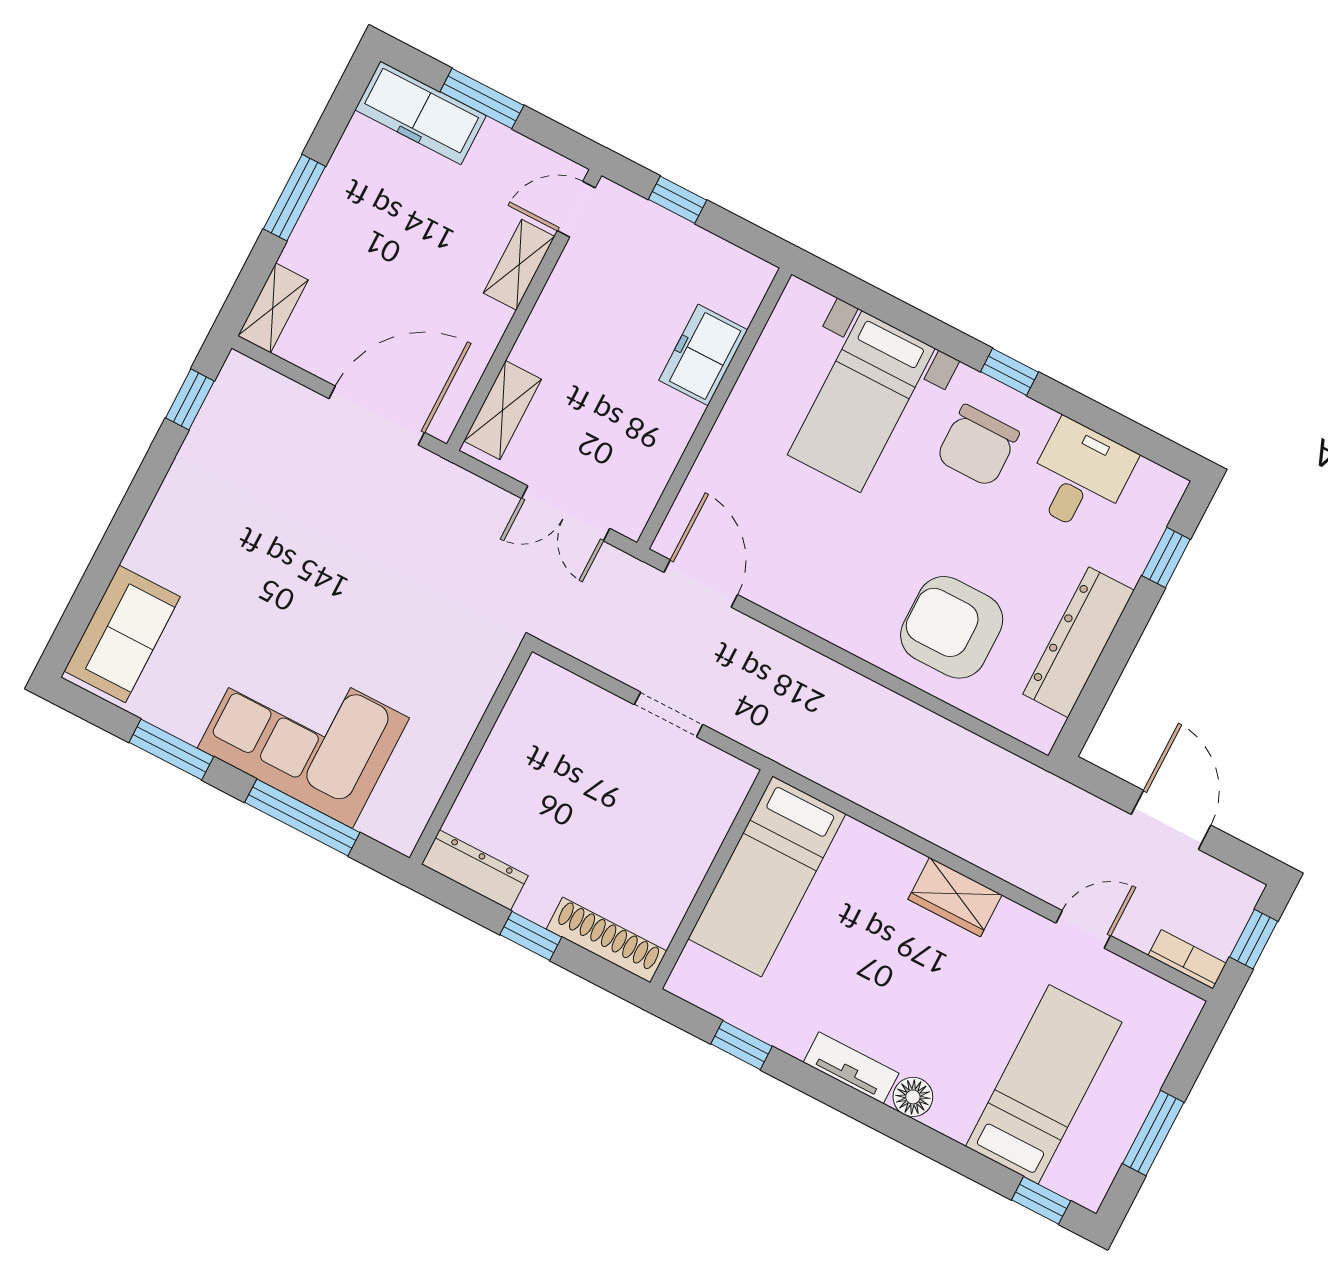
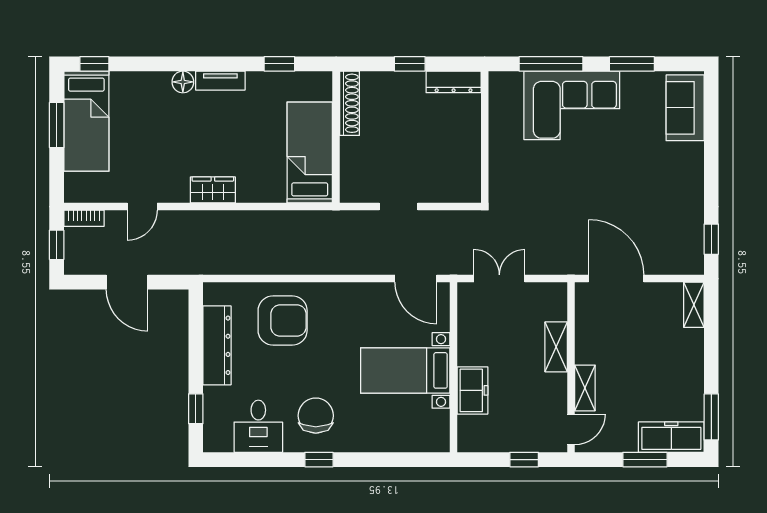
window: (294, 198) -> (711, 417), moved
bed with nightstands: (861, 402) -> (405, 370), moved, turned -90
shelving: (503, 410) -> (556, 347), moved
door: (377, 416) -> (616, 279), swing flipped
shoe rack: (606, 940) -> (350, 103), moved, turned -90
bed: (1044, 1084) -> (86, 121), moved

